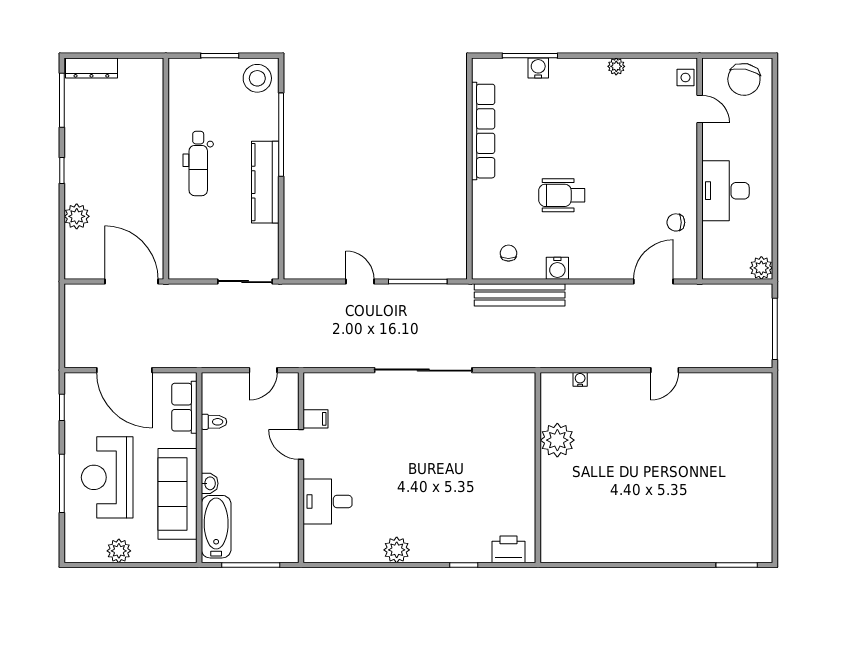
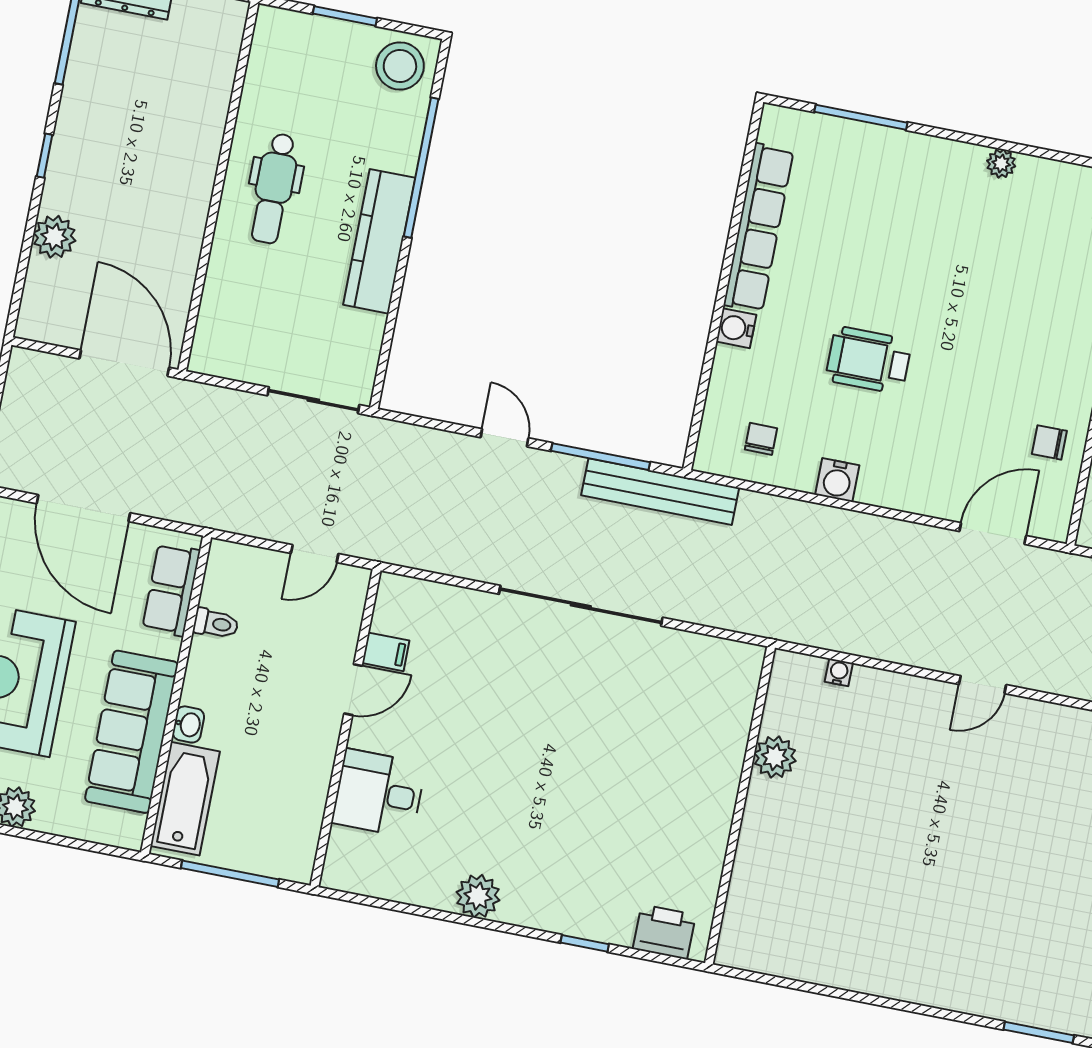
water cooler: (538, 68) -> (736, 328), moved, turned -90
bench: (520, 295) -> (660, 492), moved
plant: (557, 440) -> (775, 757), width x0.73, depth x0.73
door: (301, 444) -> (353, 690), swing flipped

